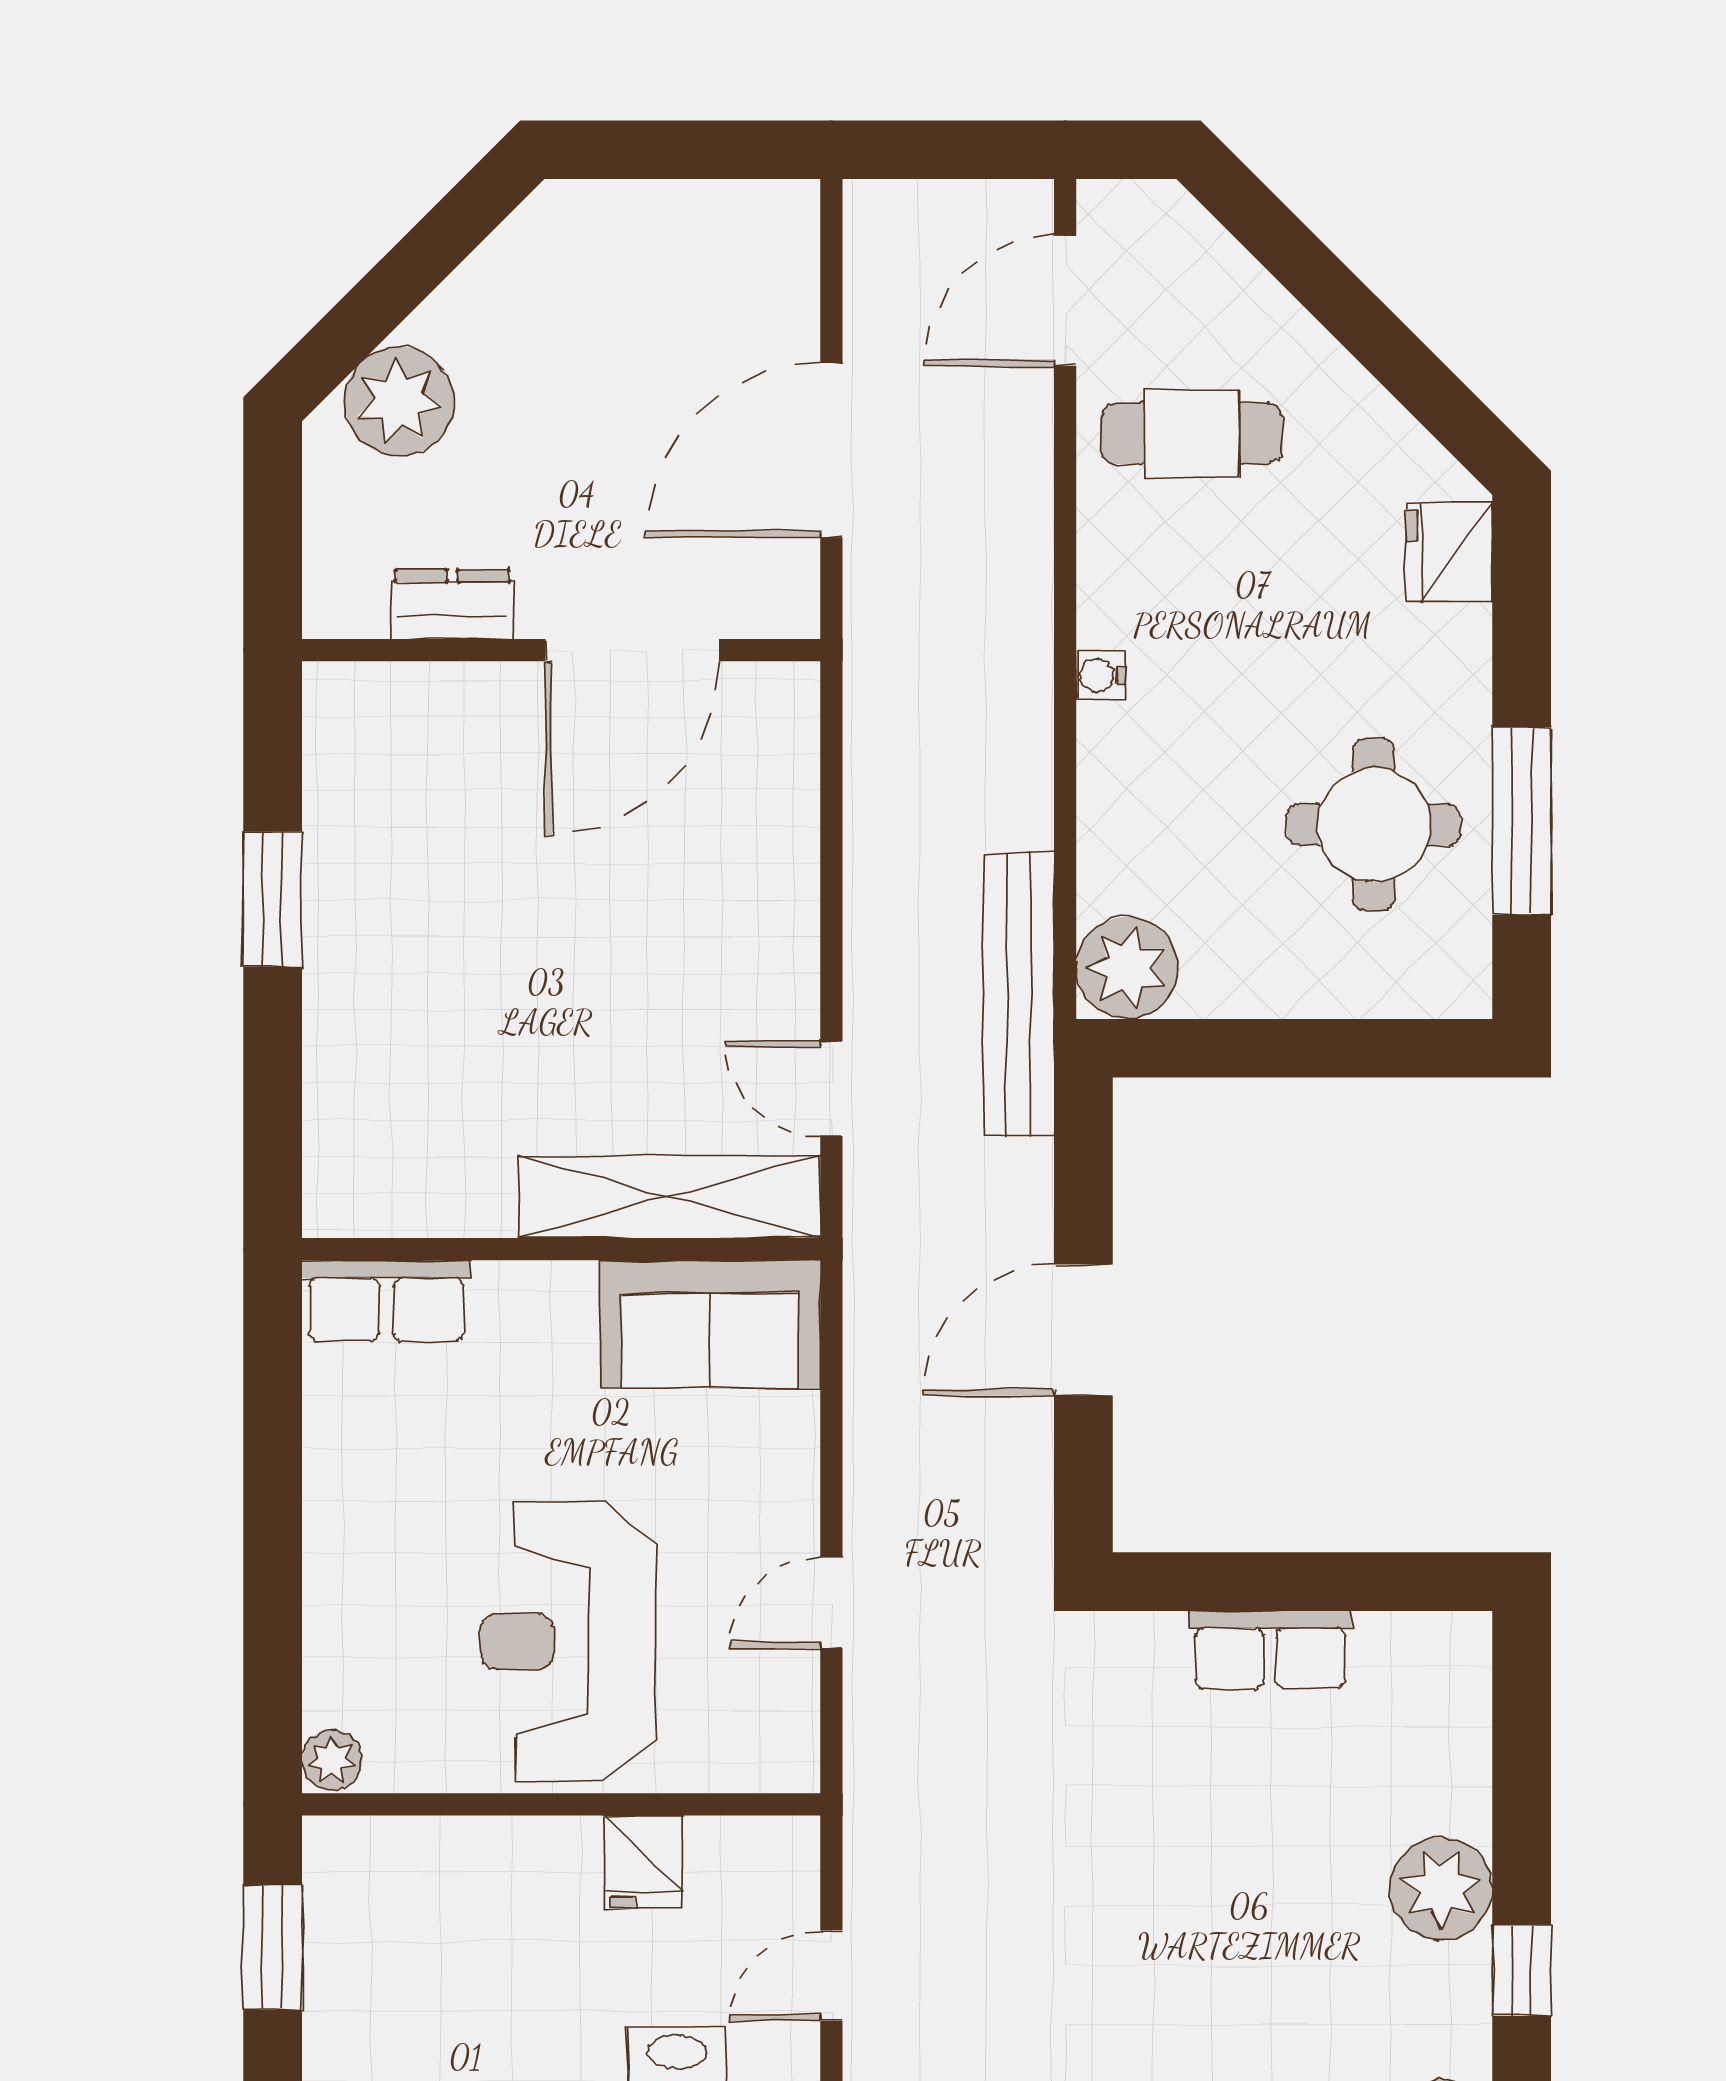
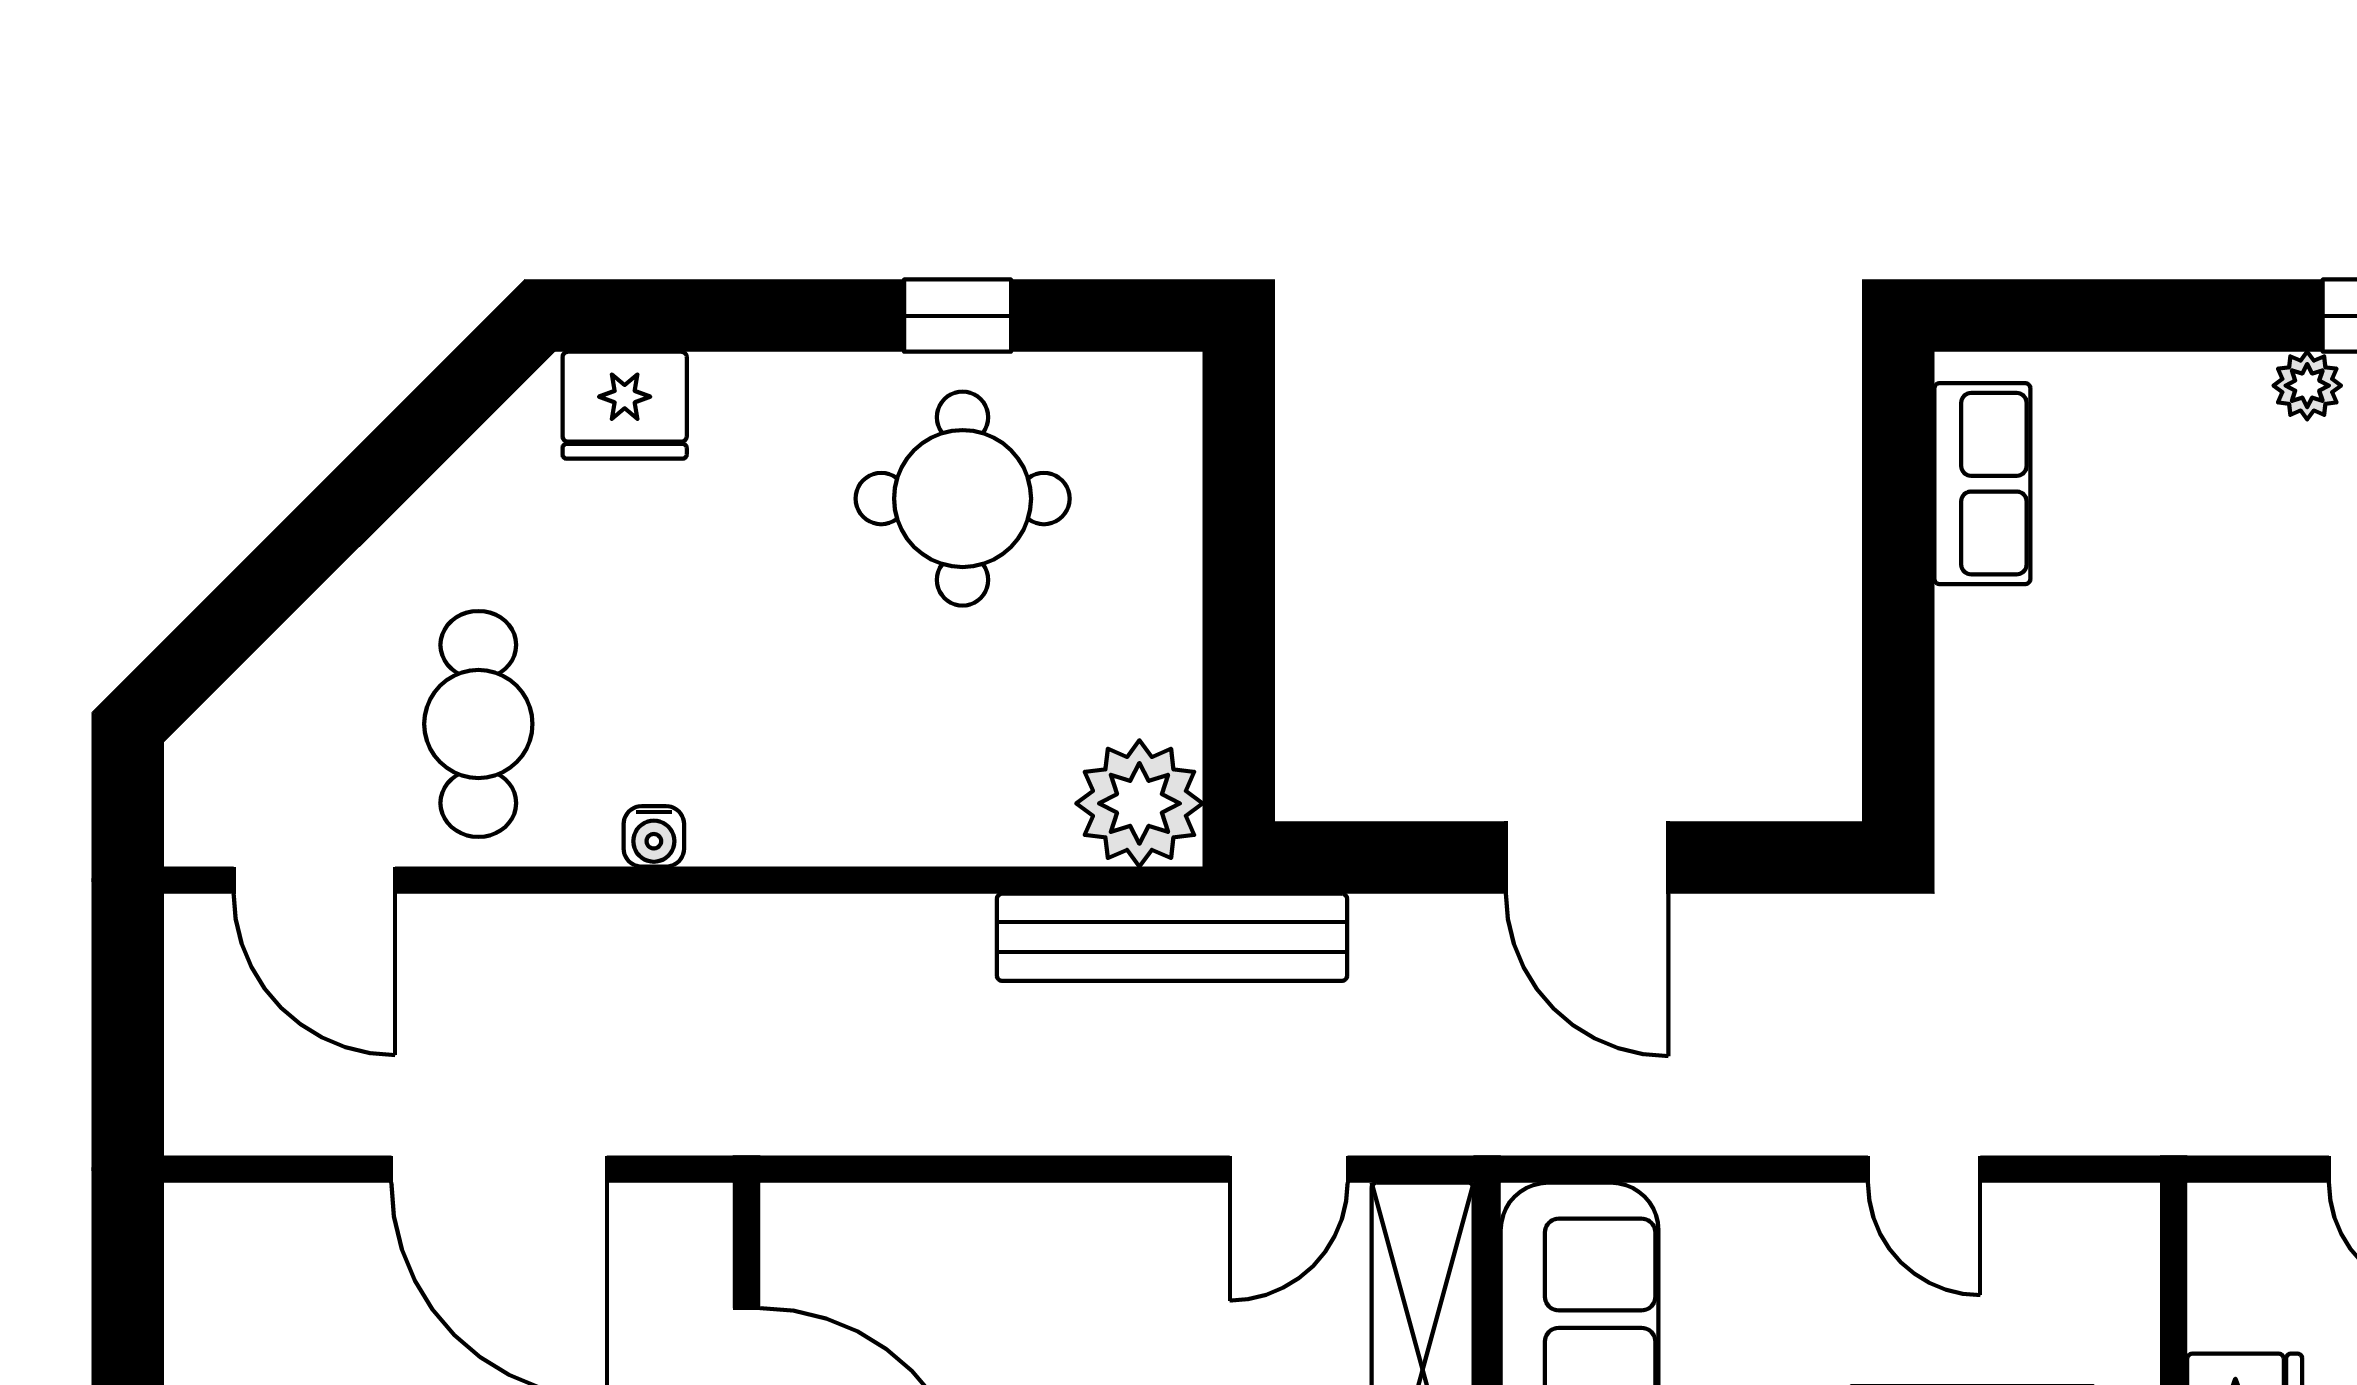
water cooler: (1101, 675) -> (654, 836), moved
window: (1522, 821) -> (958, 316), width x0.46
row of seats: (1270, 1650) -> (1982, 484), moved
plant: (1441, 1888) -> (2307, 386), width x0.53, depth x0.53

